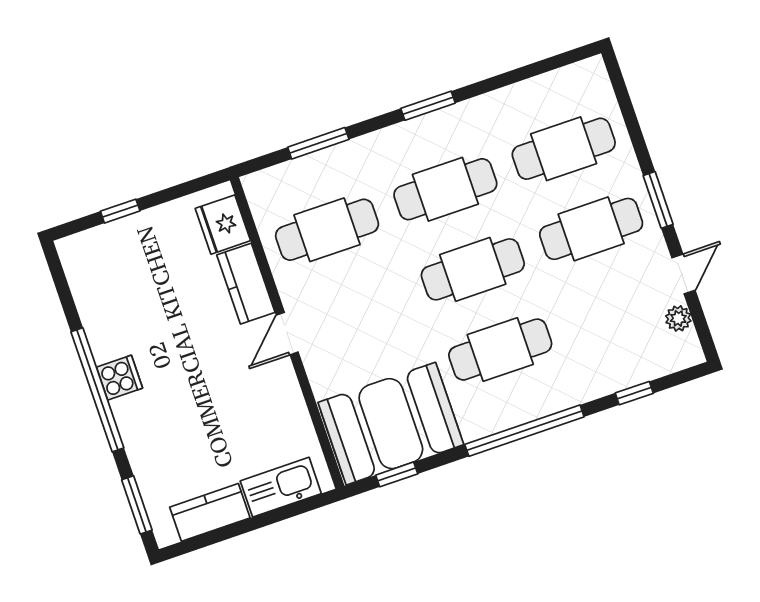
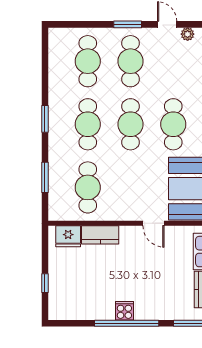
door: (287, 334) -> (154, 223), moved

